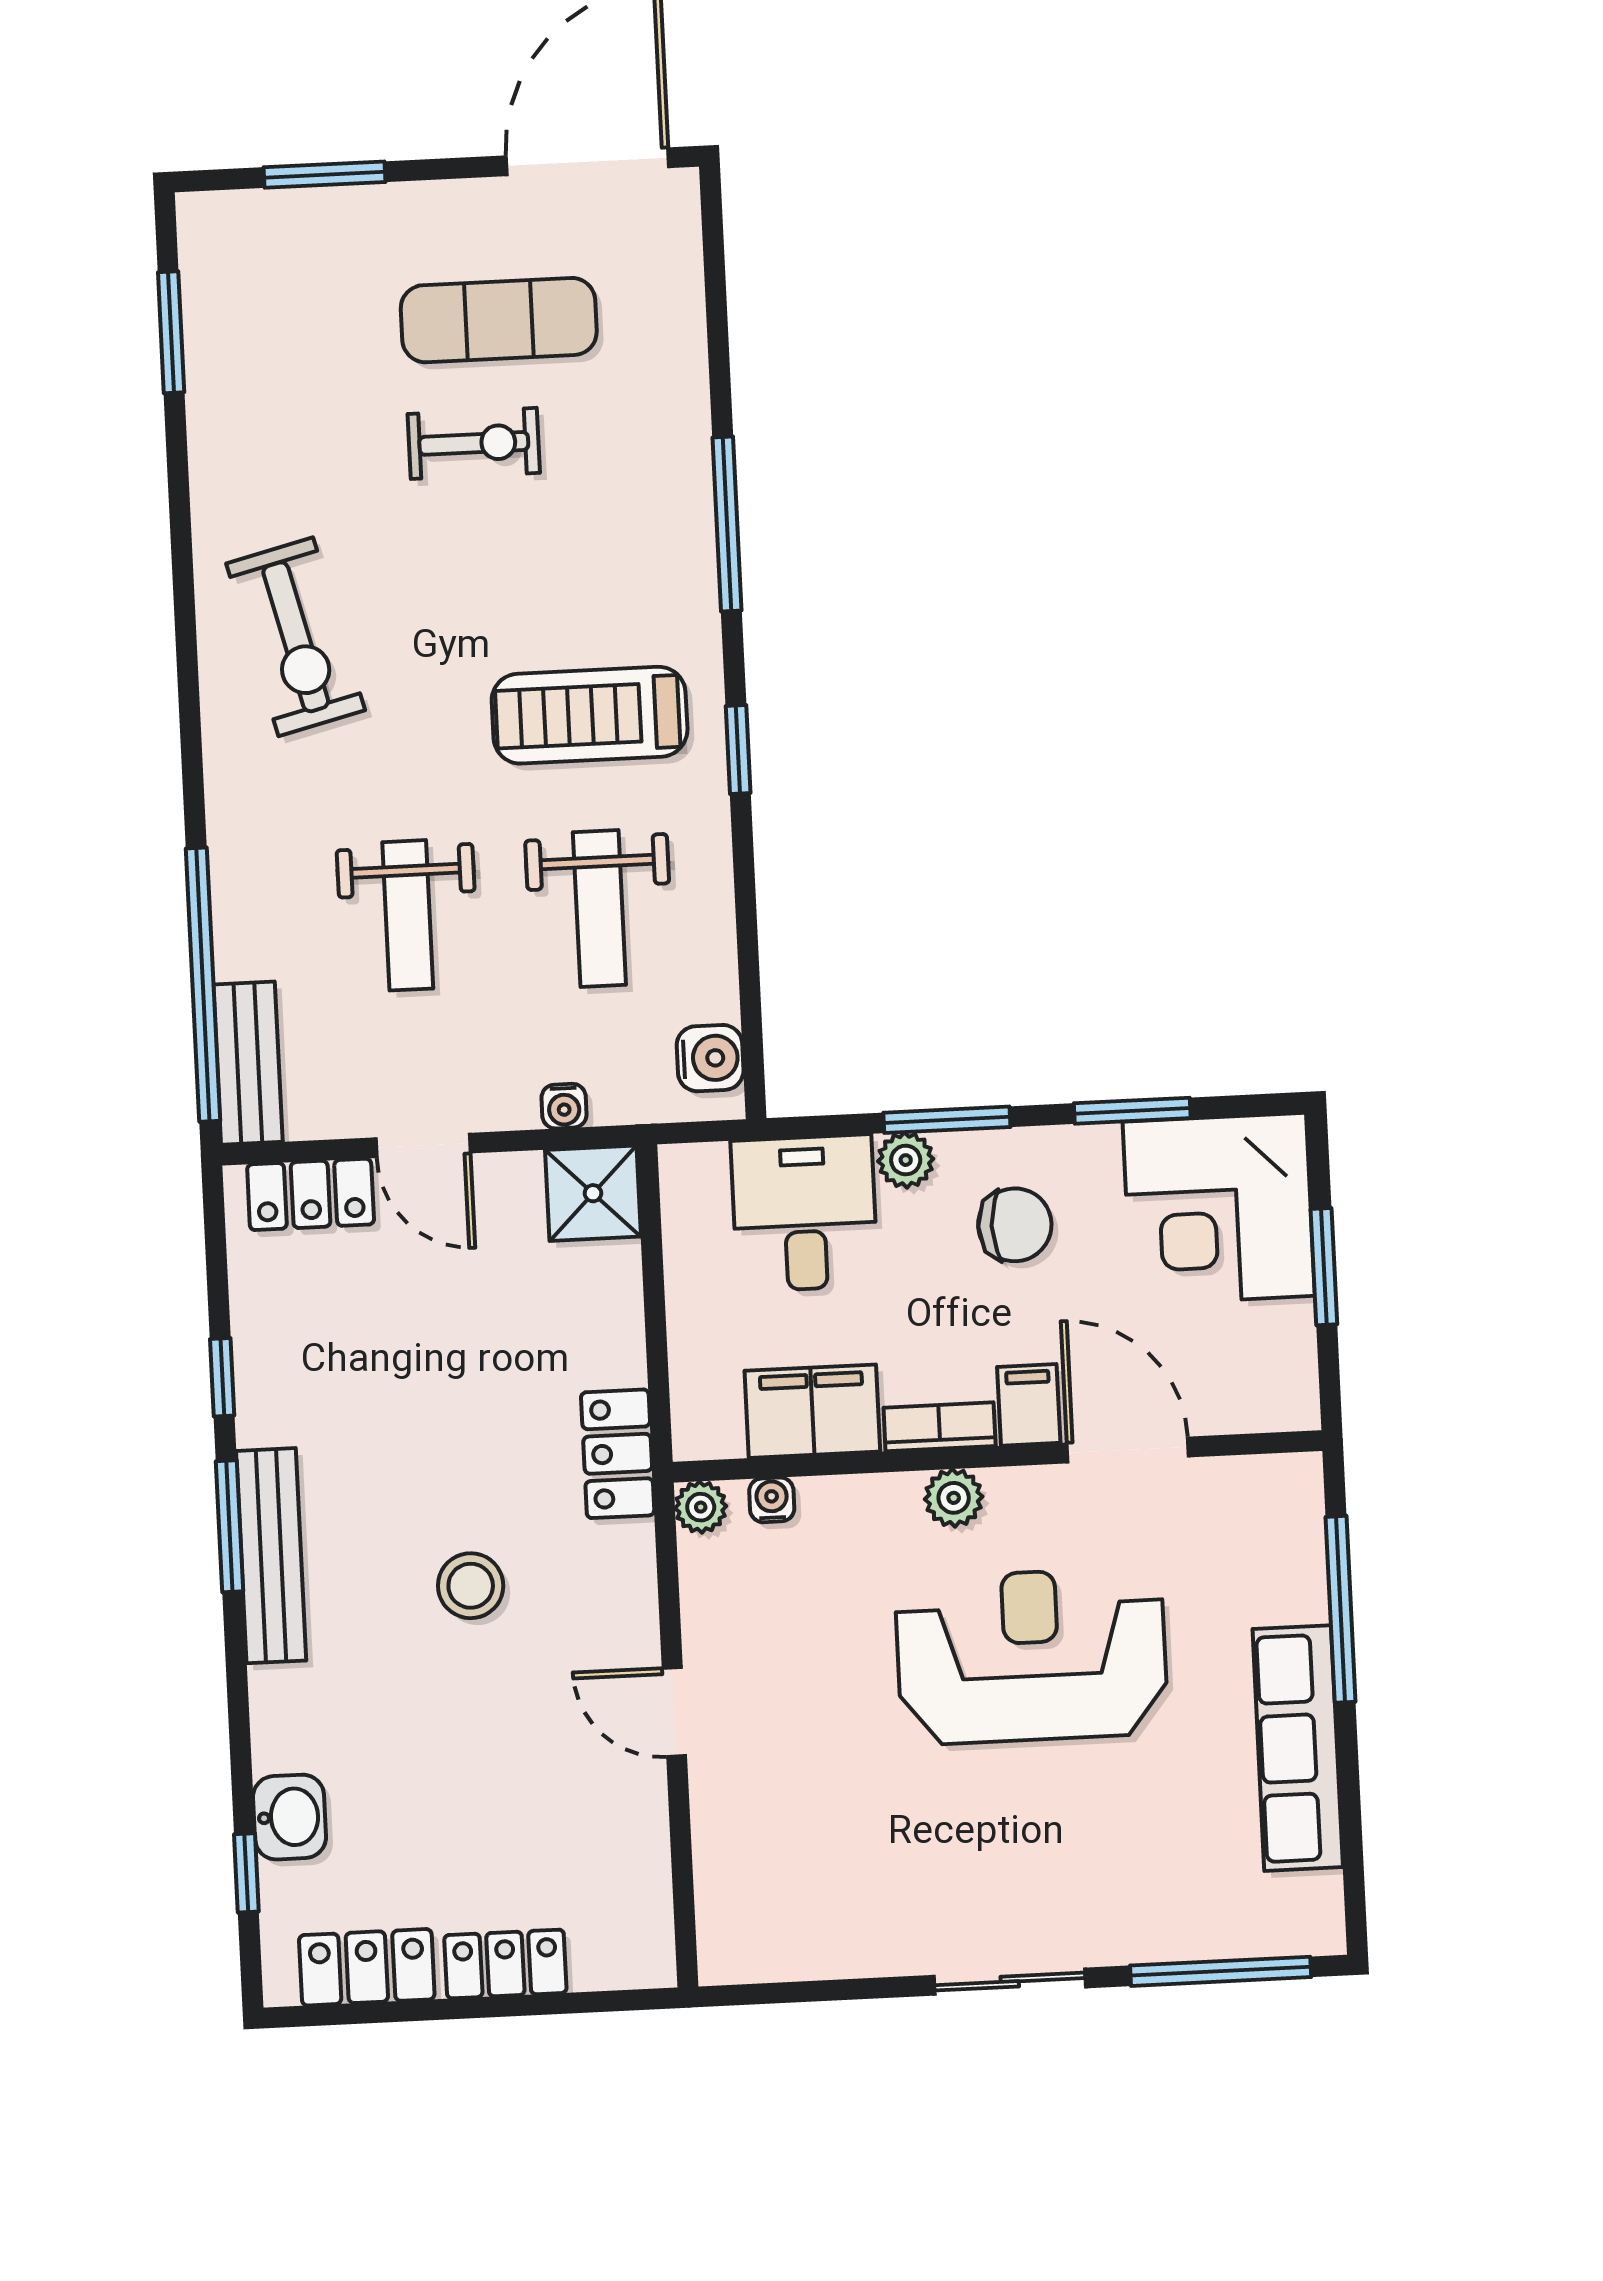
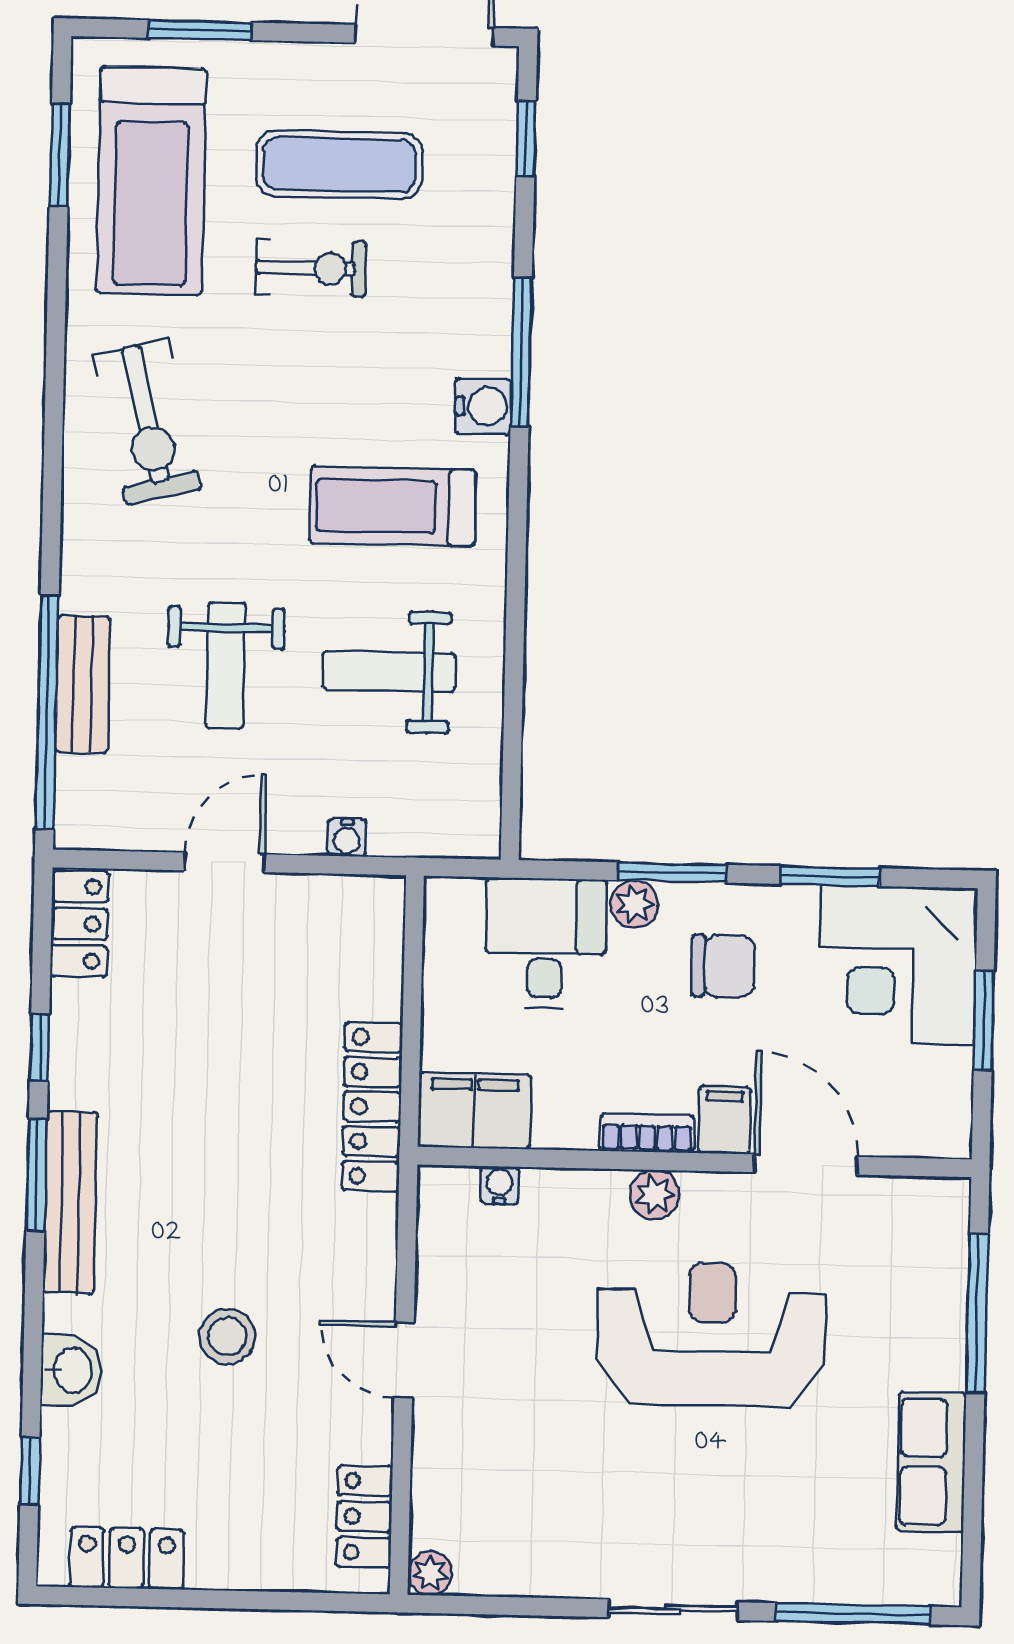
treadmill: (280, 355) -> (151, 181), added
window: (738, 749) -> (526, 138), moved
weight bench: (599, 909) -> (389, 671), turned 90
water cooler: (710, 1058) -> (483, 406), moved
bench: (248, 1063) -> (83, 684), moved
door: (423, 1145) -> (225, 862), swing flipped
shower: (593, 1193) -> (366, 913), removed
locker: (311, 1194) -> (79, 924), moved, turned -90
filing cabinet: (812, 1411) -> (474, 1111), moved
locker: (618, 1454) -> (372, 1107), width x1.53
plant: (701, 1507) -> (430, 1573), moved
stool: (471, 1586) -> (227, 1336), moved
row of seats: (1298, 1748) -> (931, 1462), width x0.68
washbasin: (290, 1817) -> (71, 1370), moved
locker: (505, 1964) -> (364, 1517), moved, turned -90

